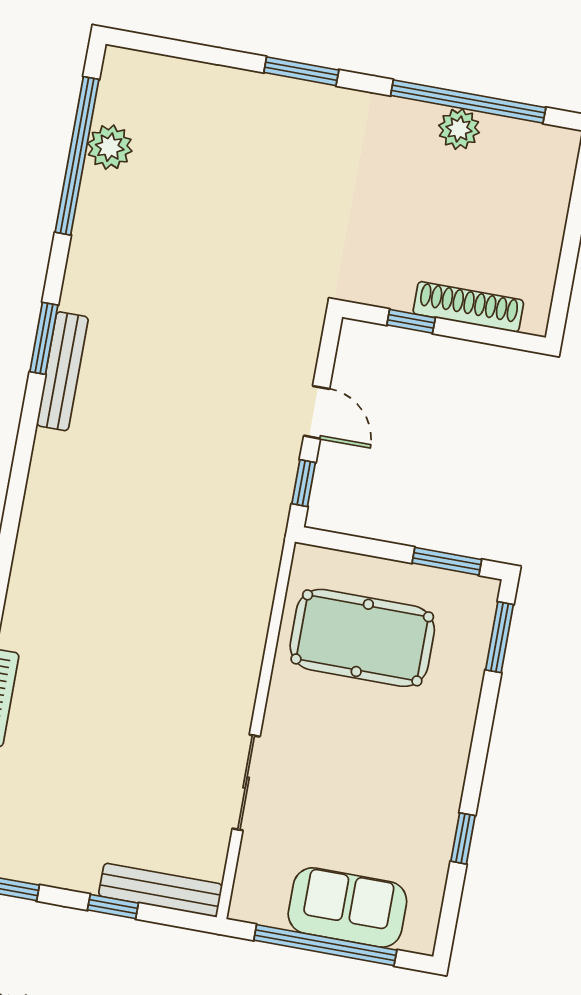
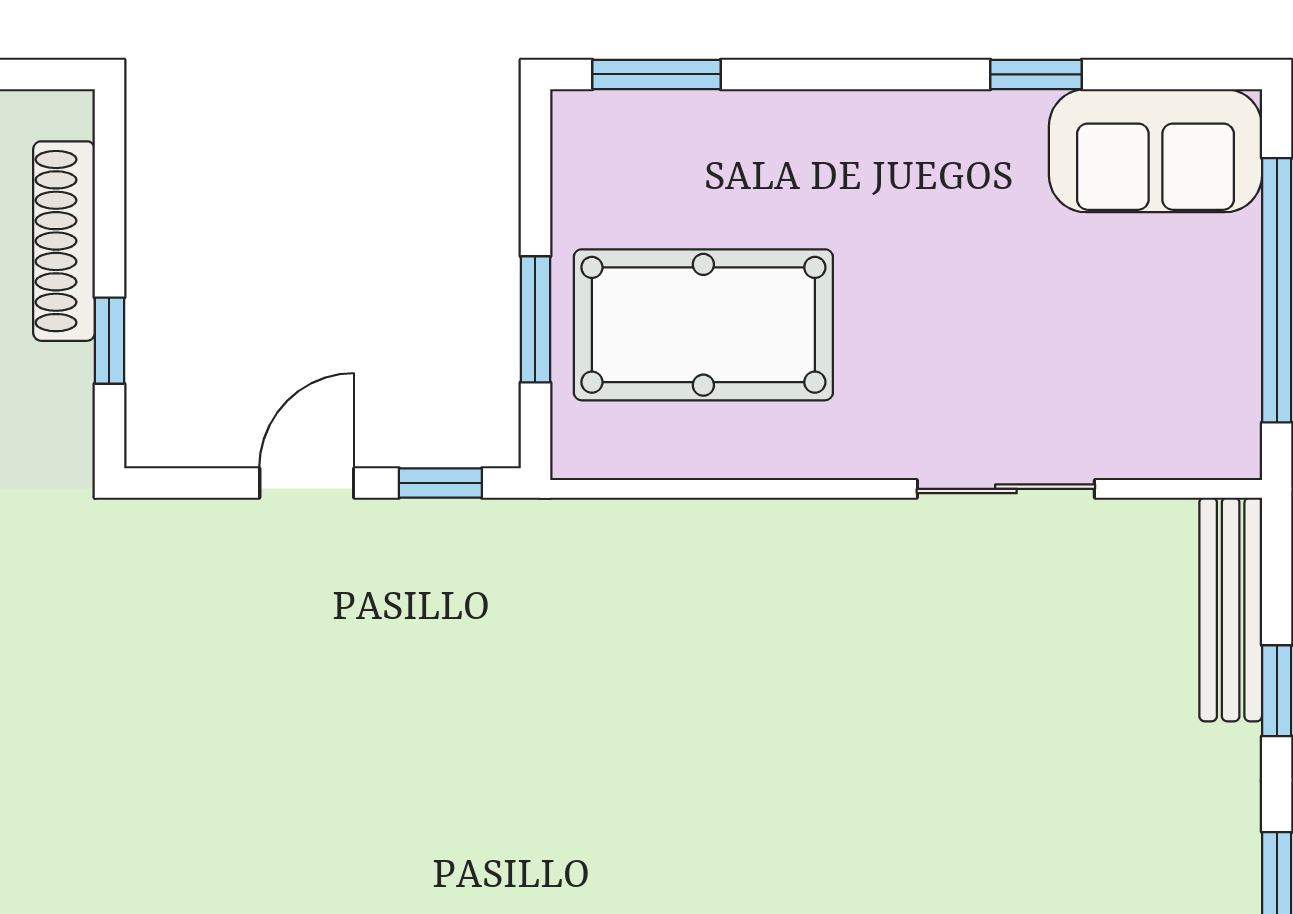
window: (447, 561) -> (535, 319), moved
pool table: (362, 638) -> (703, 325), turned 90
sofa: (347, 907) -> (1155, 151), moved, turned -90

